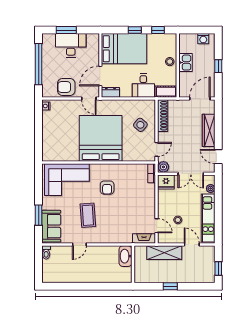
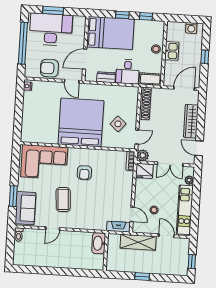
desk: (71, 45) -> (51, 29), width x1.36, depth x1.30
dresser: (110, 92) -> (106, 77), moved
side table: (140, 125) -> (118, 124), moved

